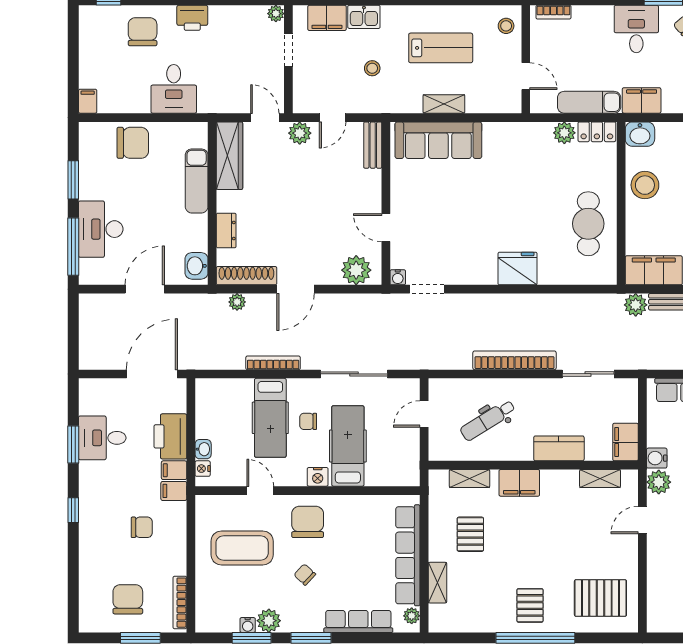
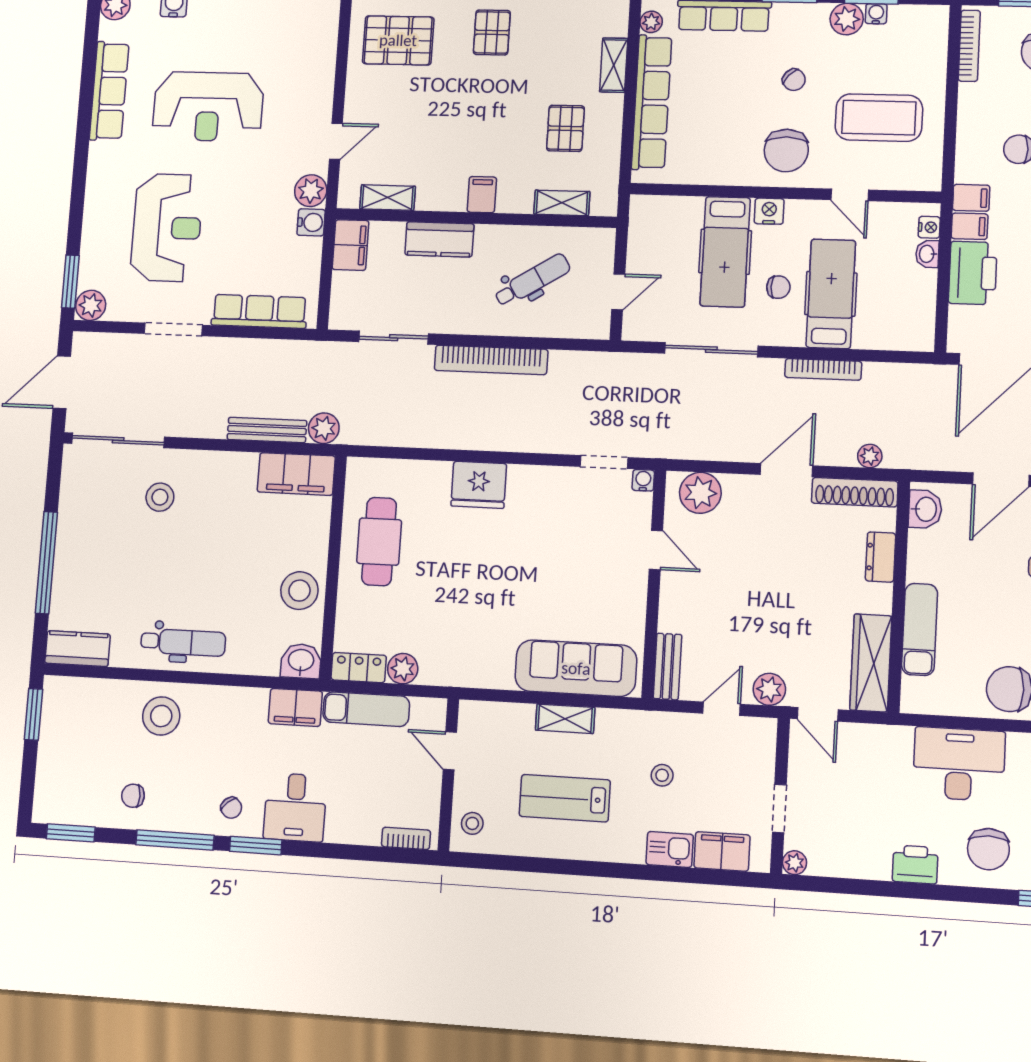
desk: (174, 89) -> (959, 764), width x1.37
filing cabinet: (519, 483) -> (482, 195), width x0.50

